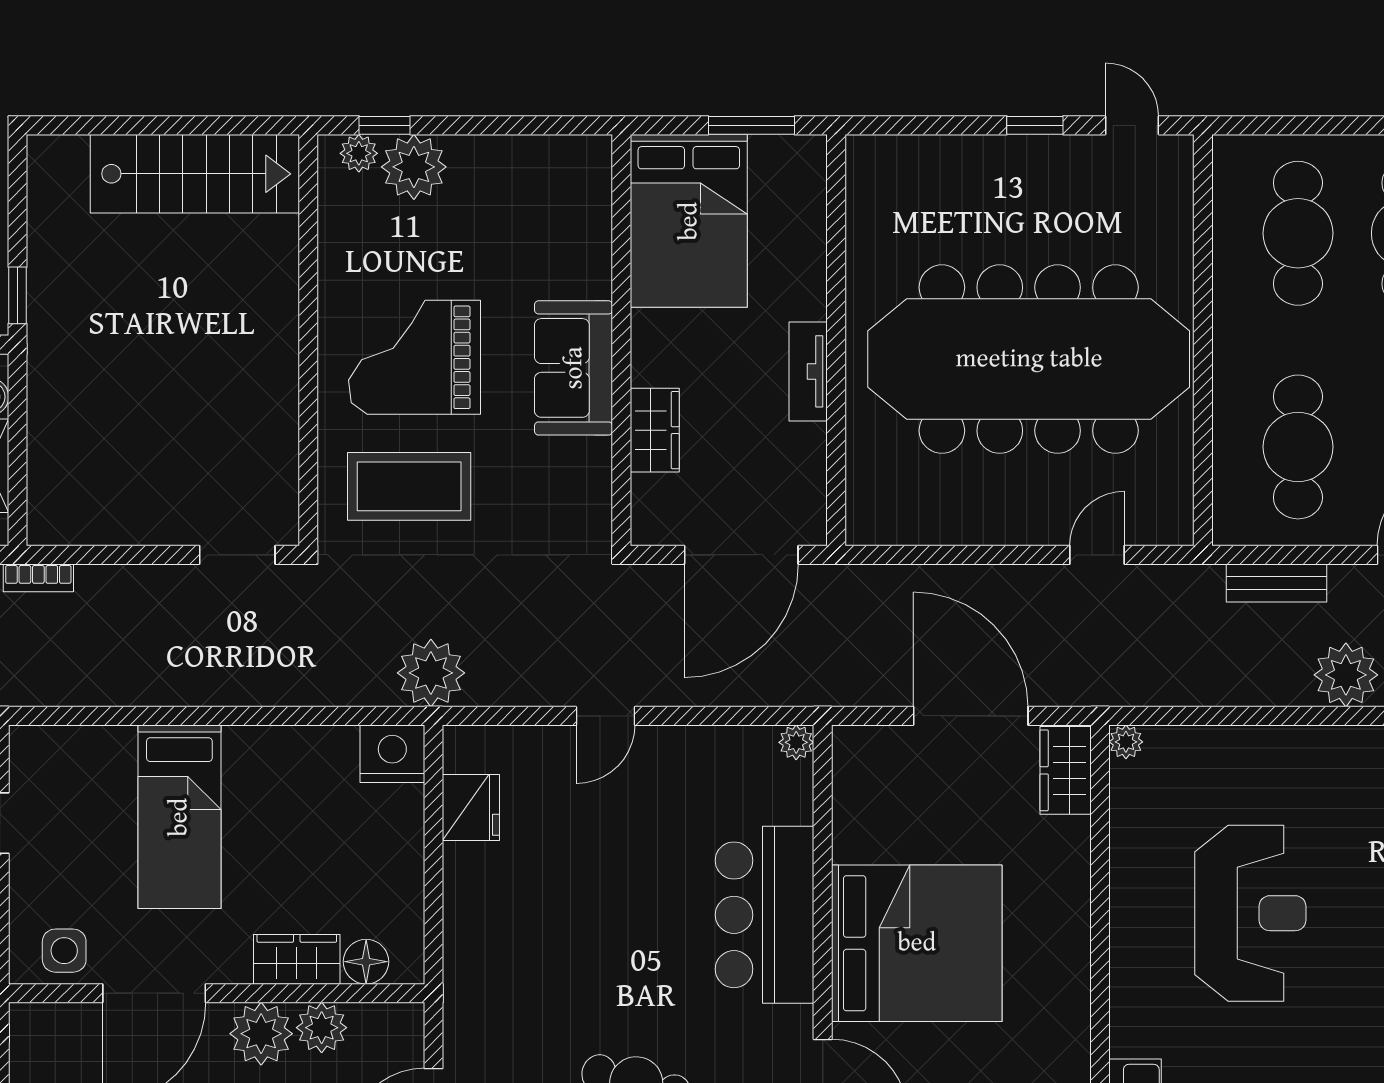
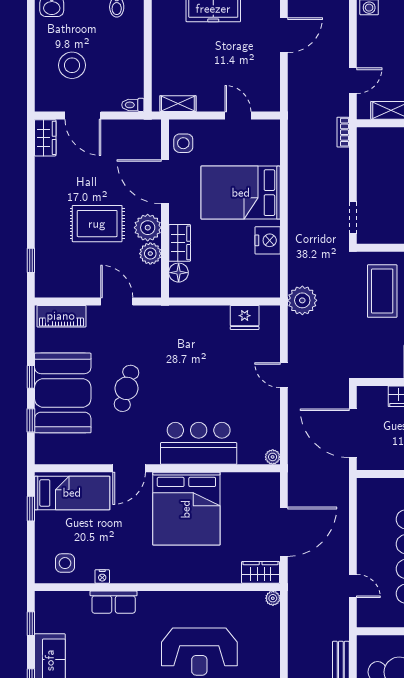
nightstand: (392, 754) -> (268, 240), moved
bed: (179, 817) -> (241, 193), width x1.50

